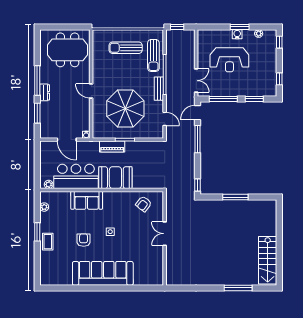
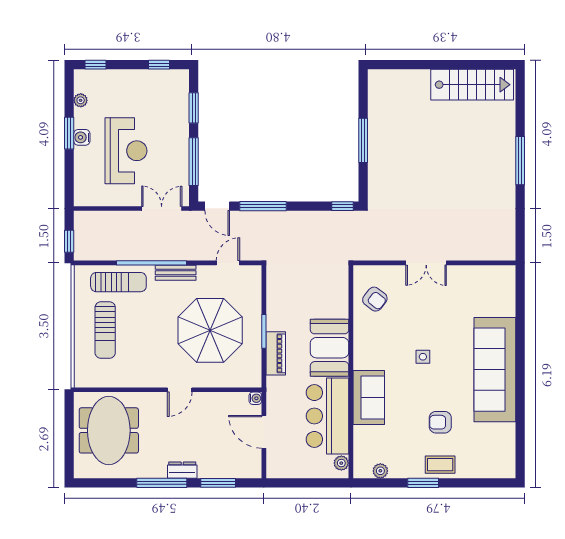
door: (67, 140) -> (264, 432), swing flipped
armchair: (84, 240) -> (440, 422), moved
window: (238, 288) -> (520, 161), moved

